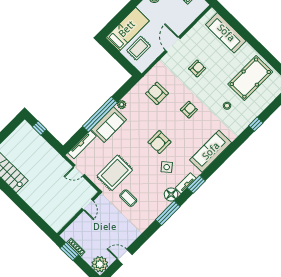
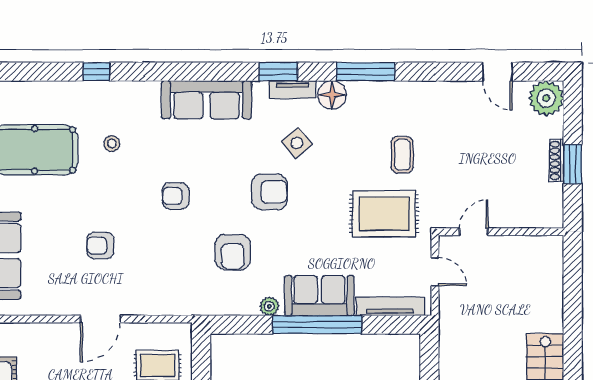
armchair: (157, 93) -> (233, 252), moved
door: (88, 205) -> (474, 232), moved
wall: (79, 214) -> (501, 232), moved

